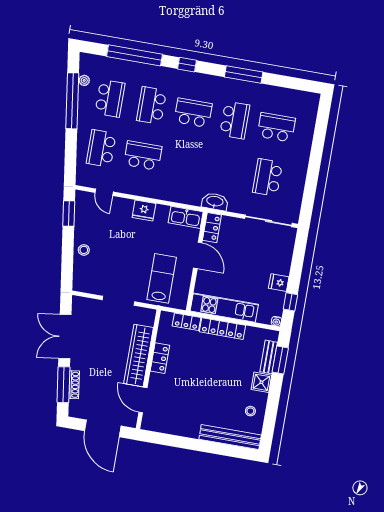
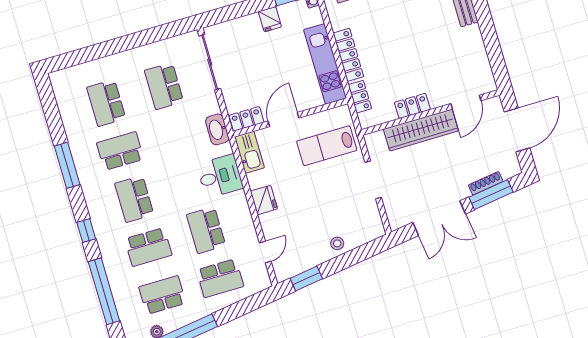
school desk: (268, 177) -> (164, 86), turned 90
desk: (178, 186) -> (220, 176), added

